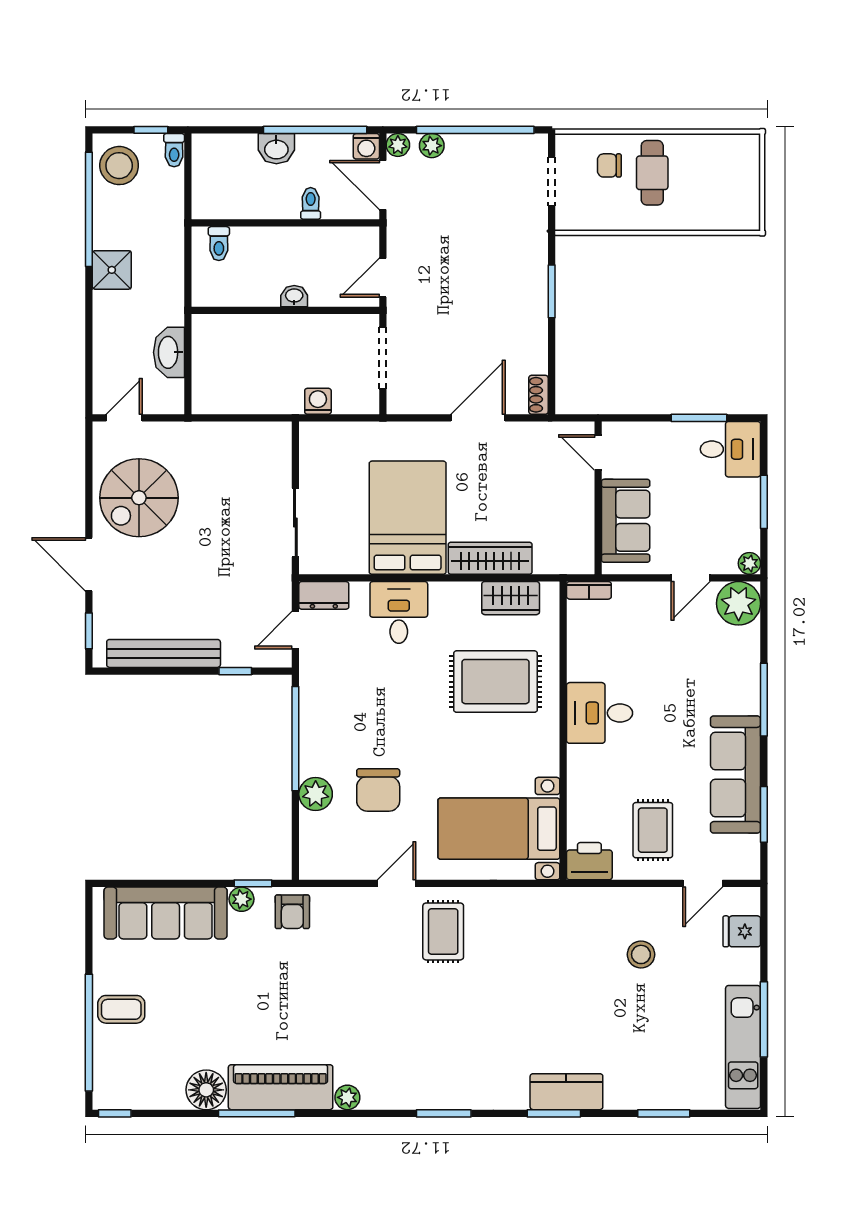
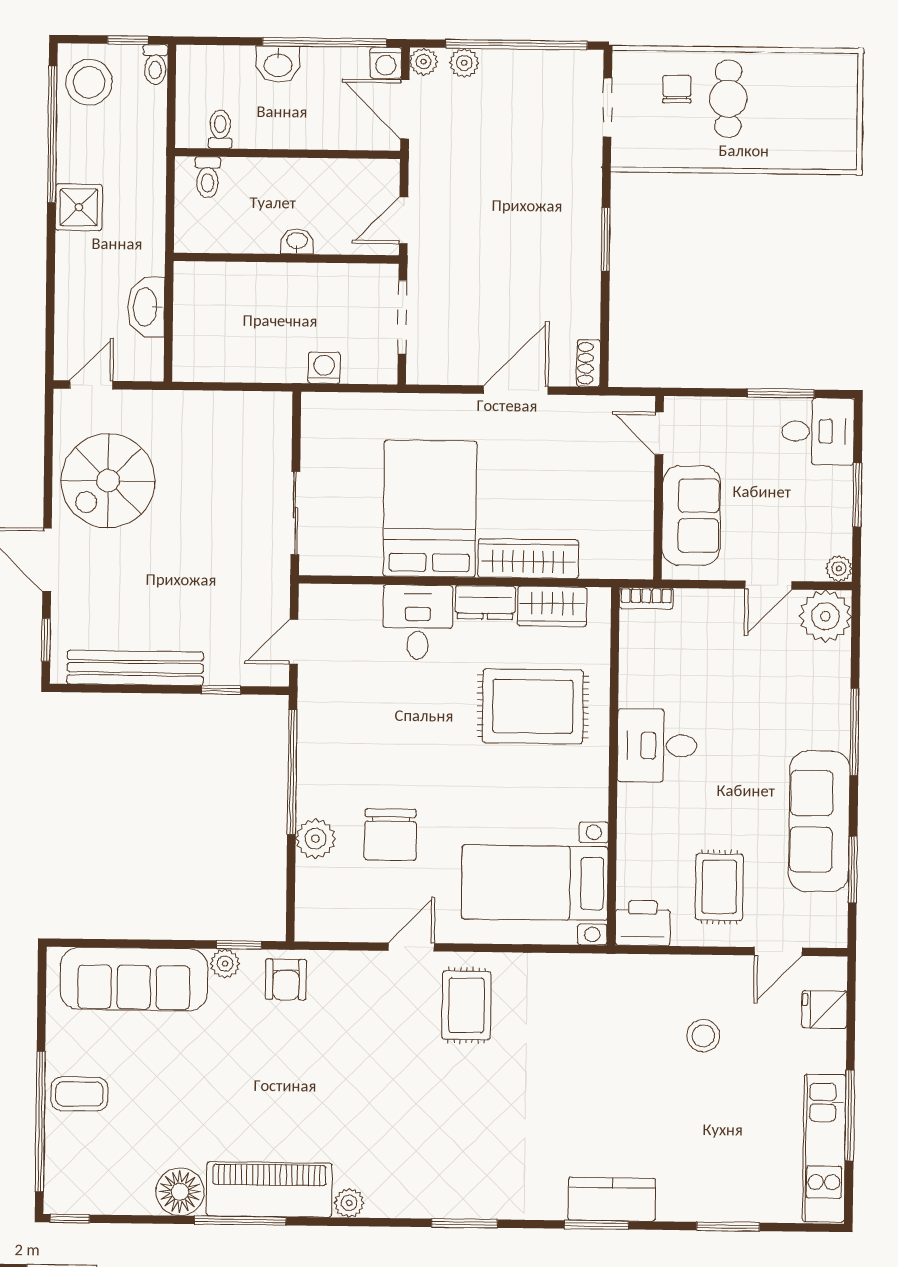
chair: (609, 165) -> (677, 89), turned 90
toilet: (311, 203) -> (220, 129), moved
dresser: (324, 595) -> (485, 603), moved

